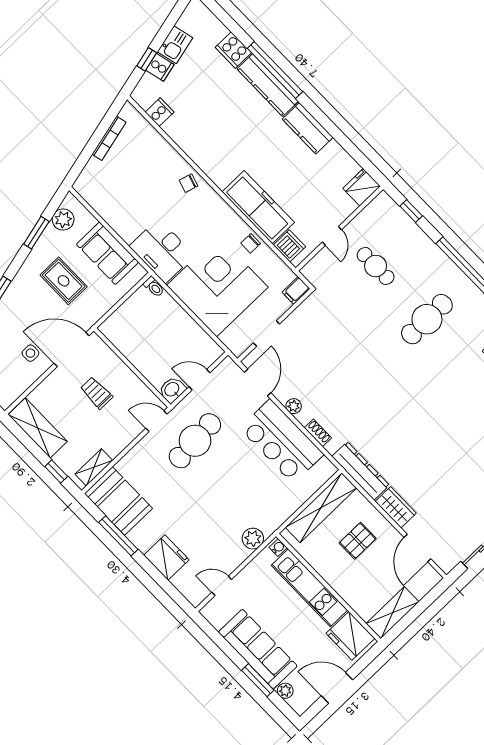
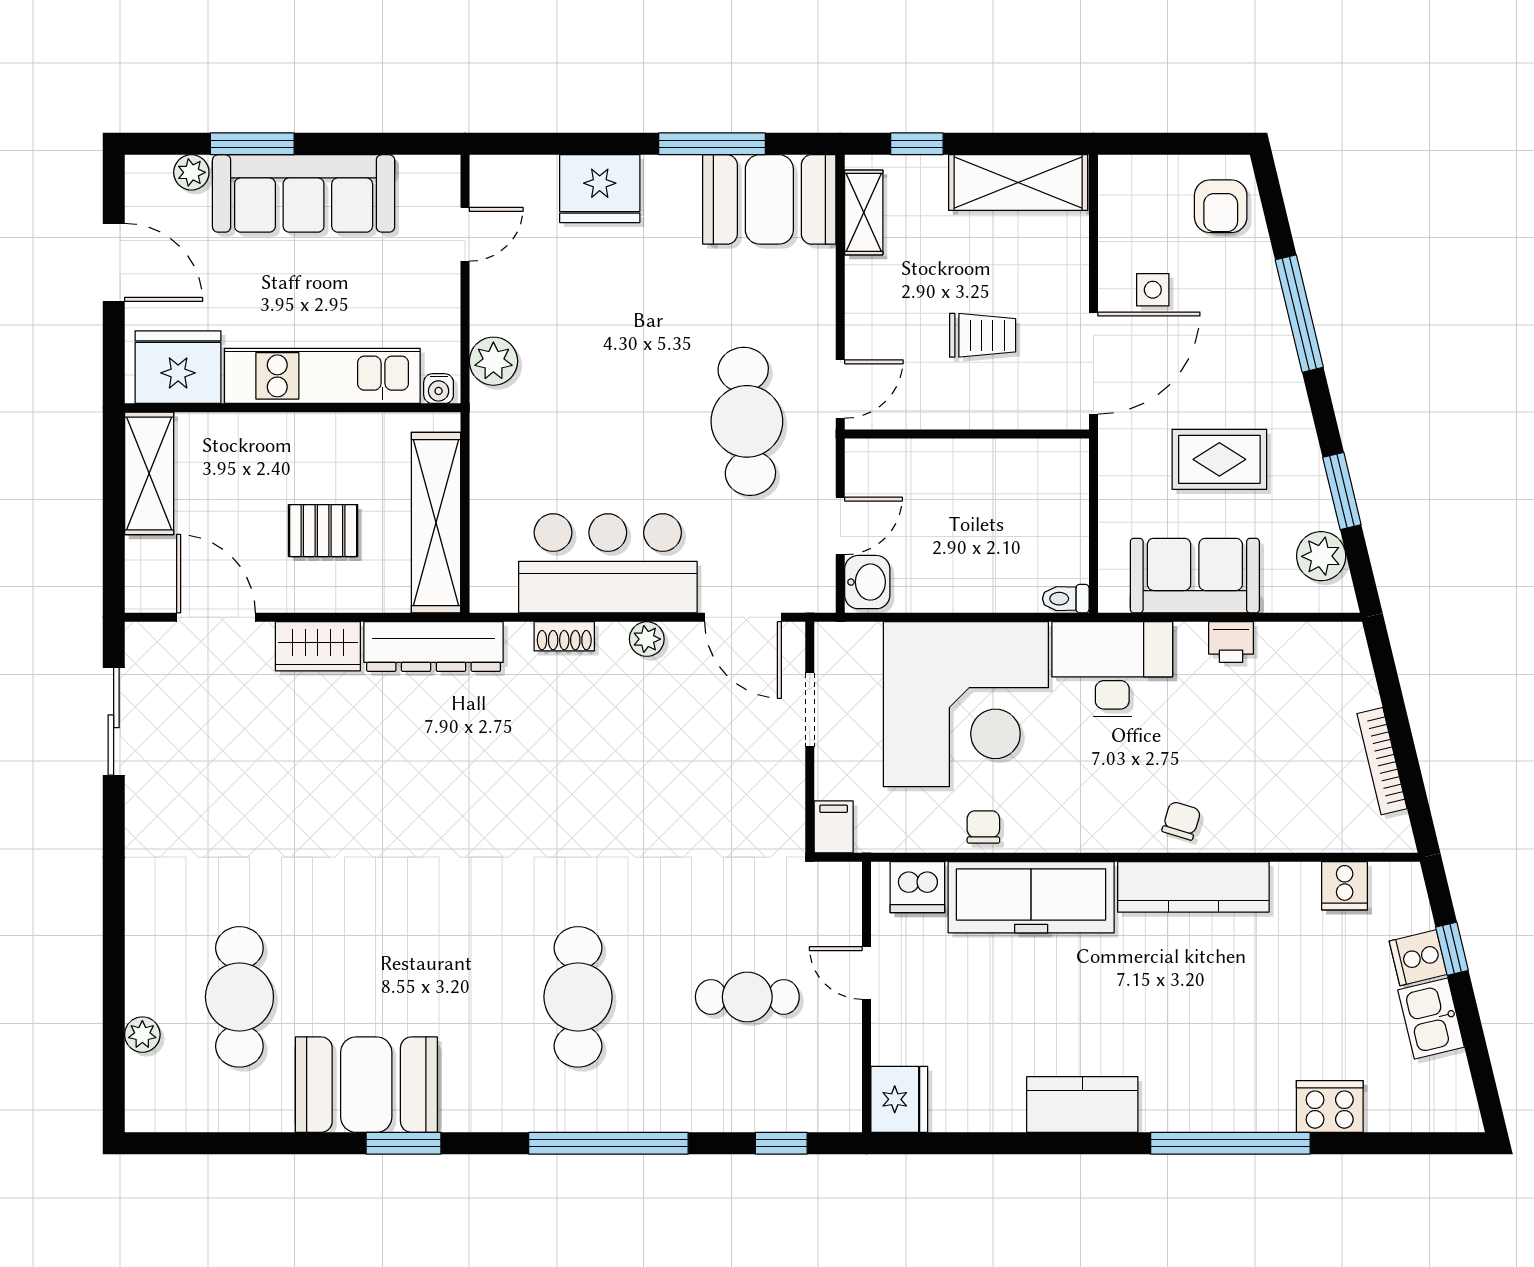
kitchen counter: (268, 85) -> (1193, 887), moved, turned 180
printer: (117, 222) -> (1231, 642), added
washbasin: (172, 390) -> (867, 582), moved
pallet: (358, 541) -> (323, 531), turned 90
door: (337, 688) -> (114, 262), hinge flipped

